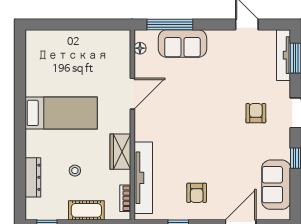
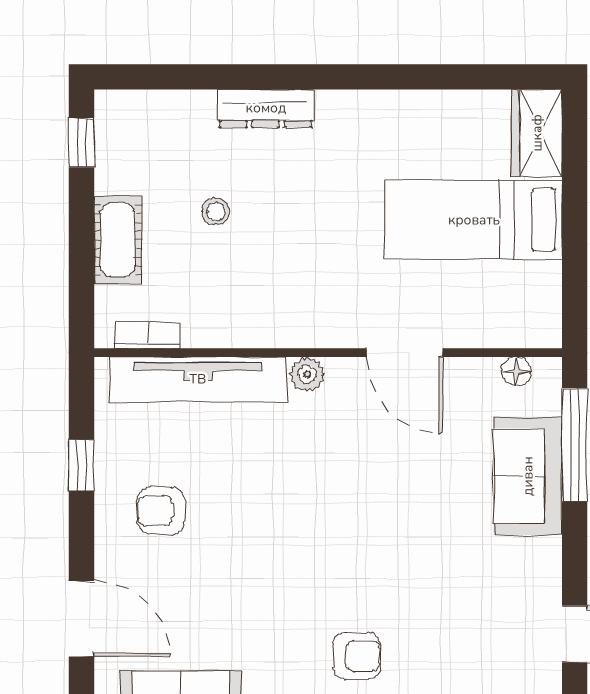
bed: (61, 113) -> (474, 220), moved, turned 90
plant: (141, 133) -> (307, 374), added
wardrobe: (120, 152) -> (537, 133), moved, turned -90
dresser: (33, 177) -> (266, 108), moved

